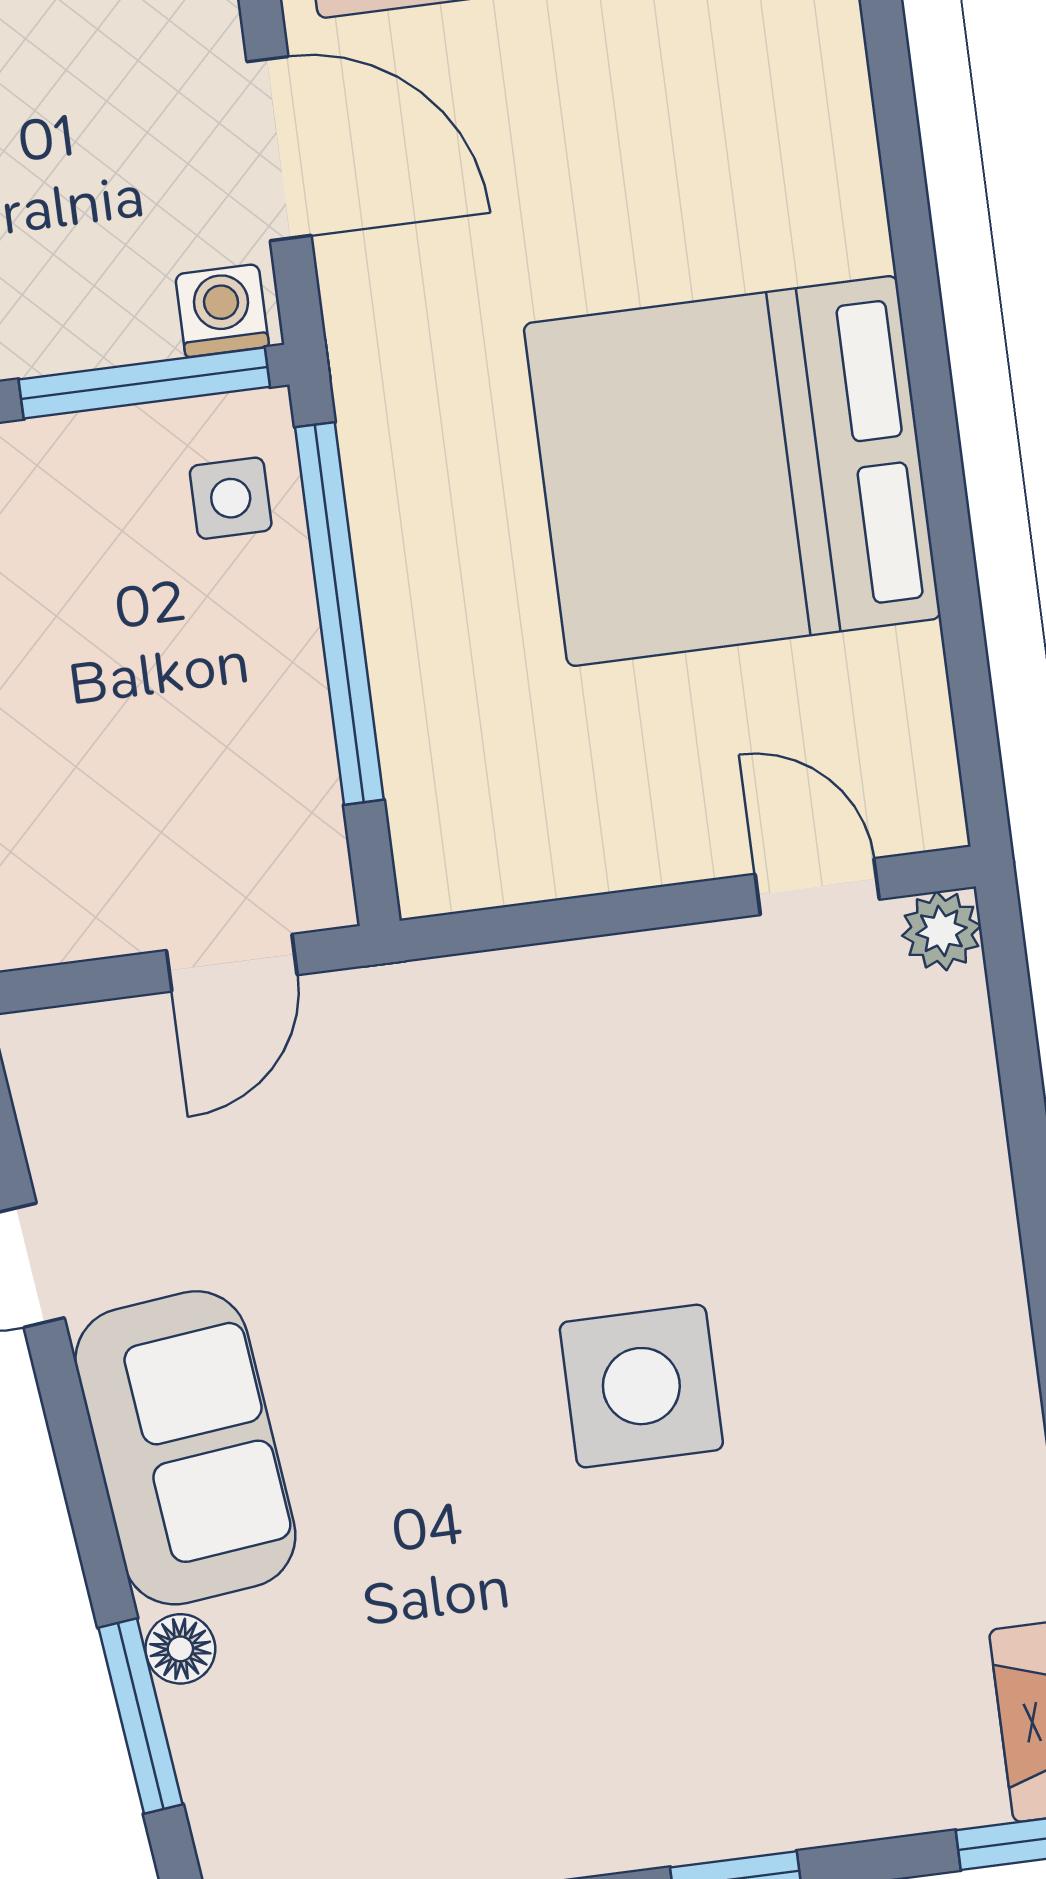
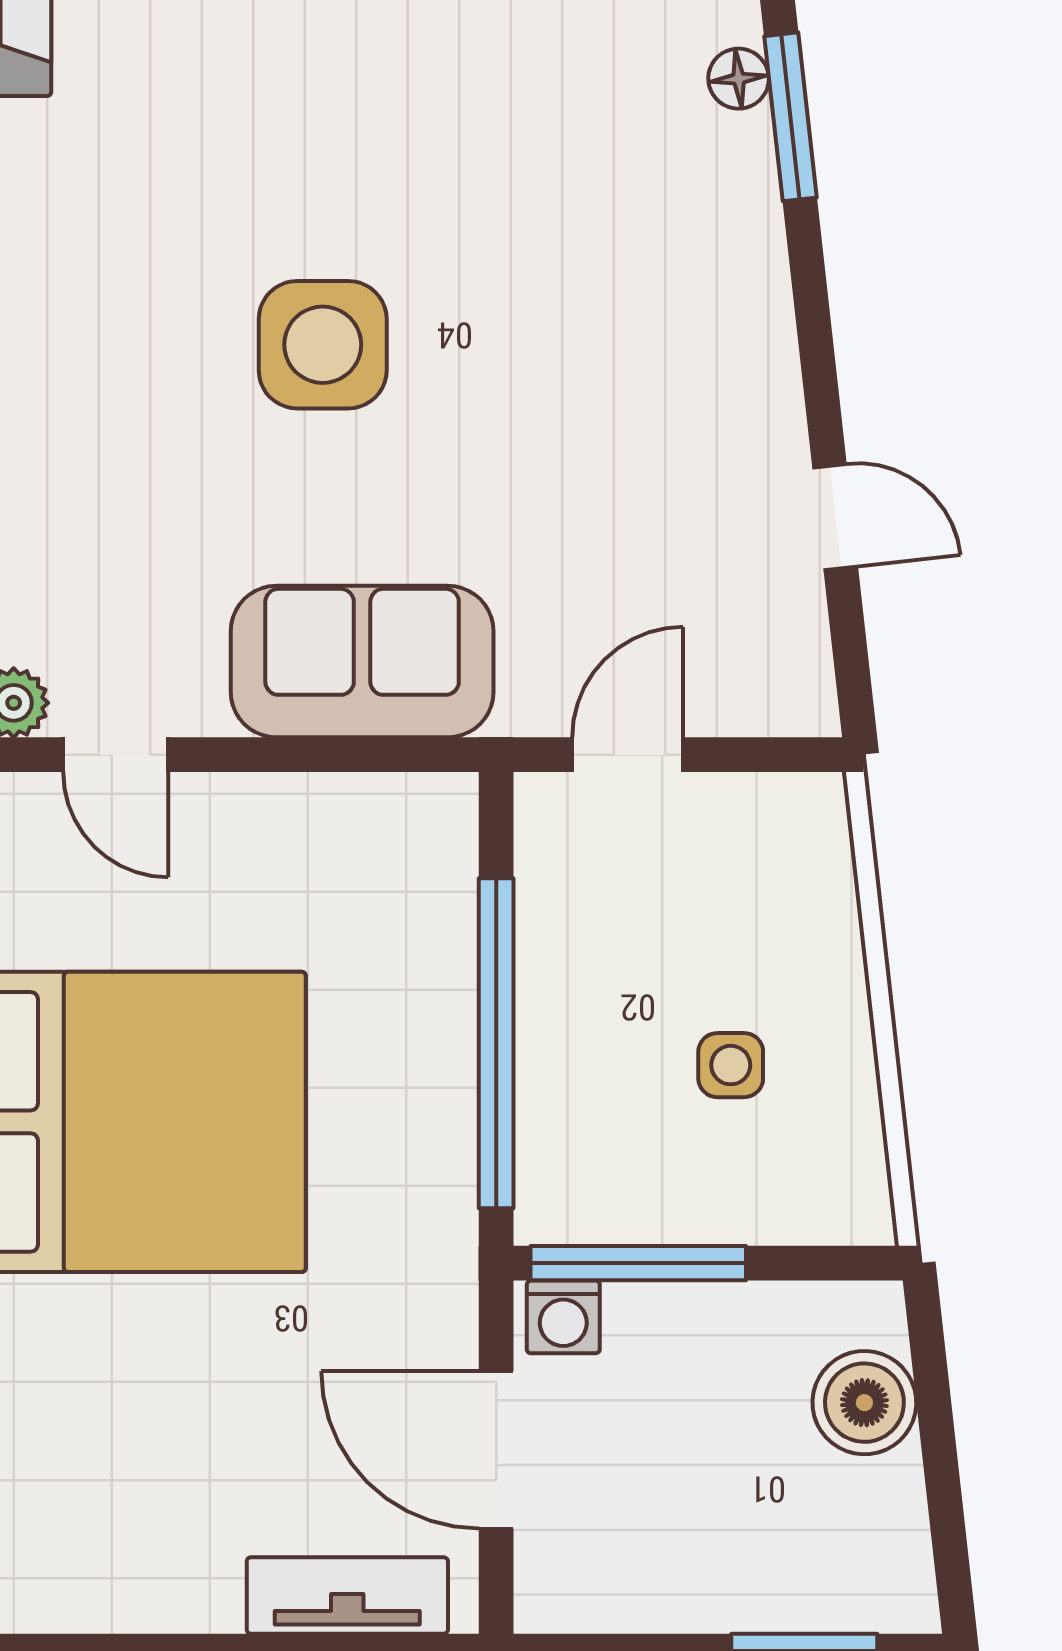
side table: (231, 498) -> (731, 1065), moved
sofa: (185, 1448) -> (362, 662), moved, turned 96
floor lamp: (180, 1649) -> (739, 79), moved

